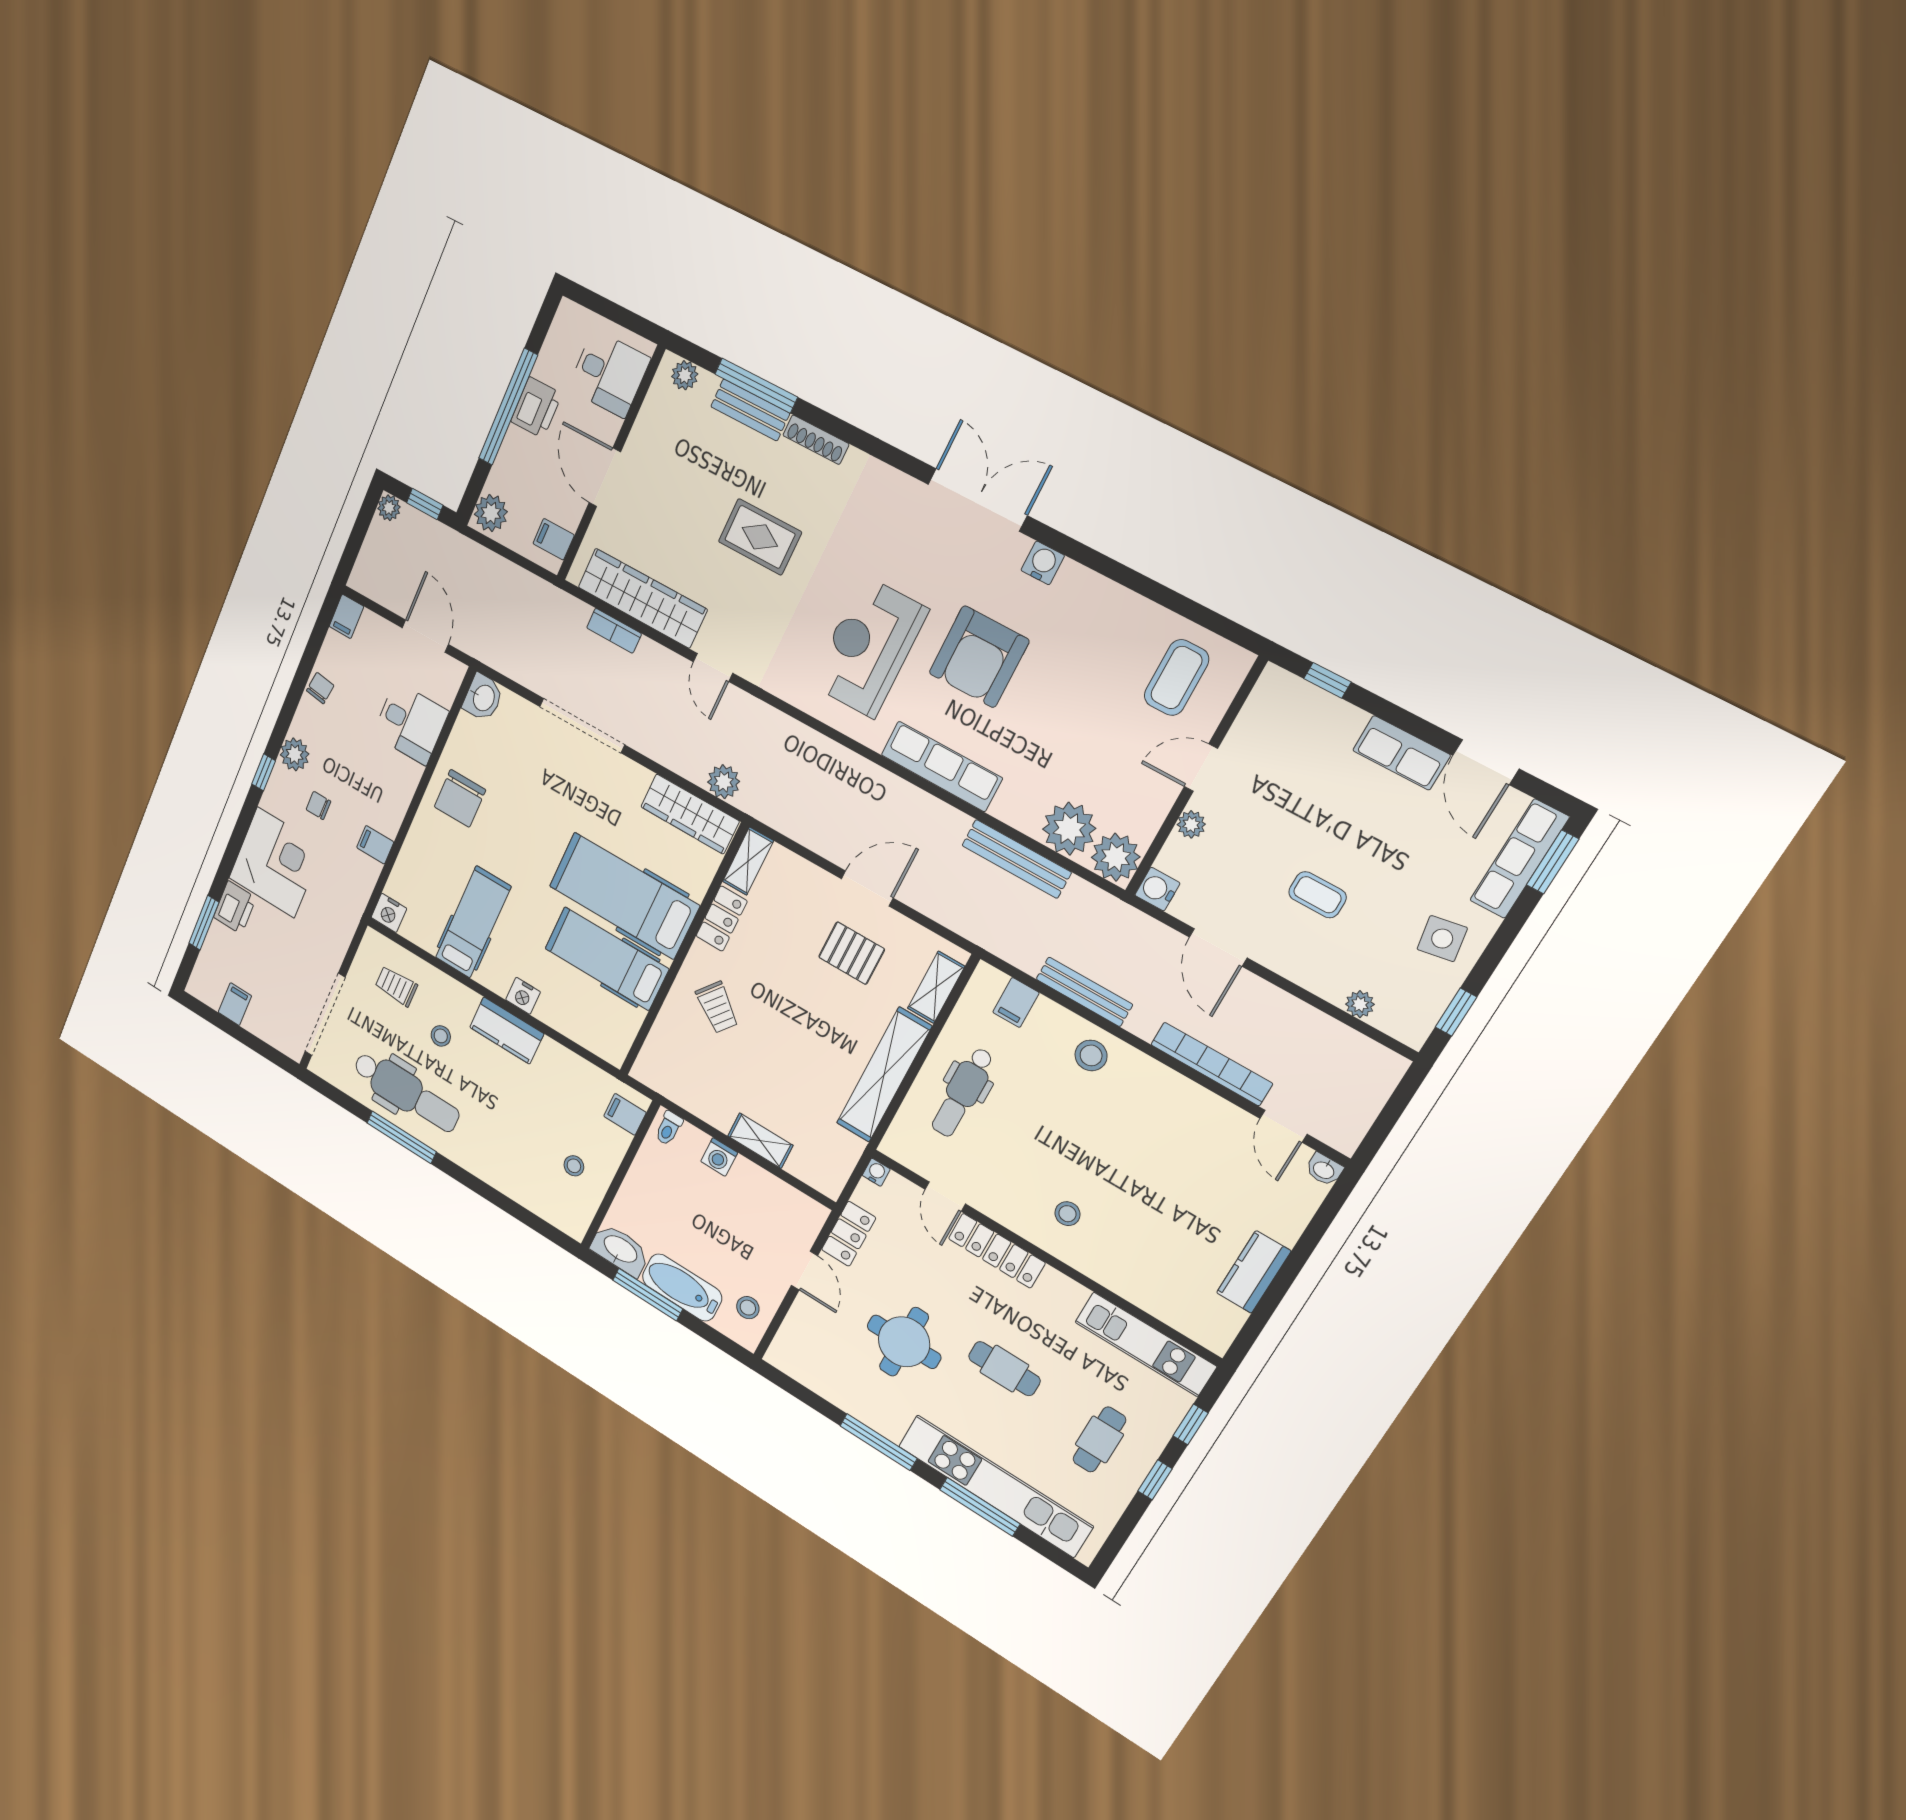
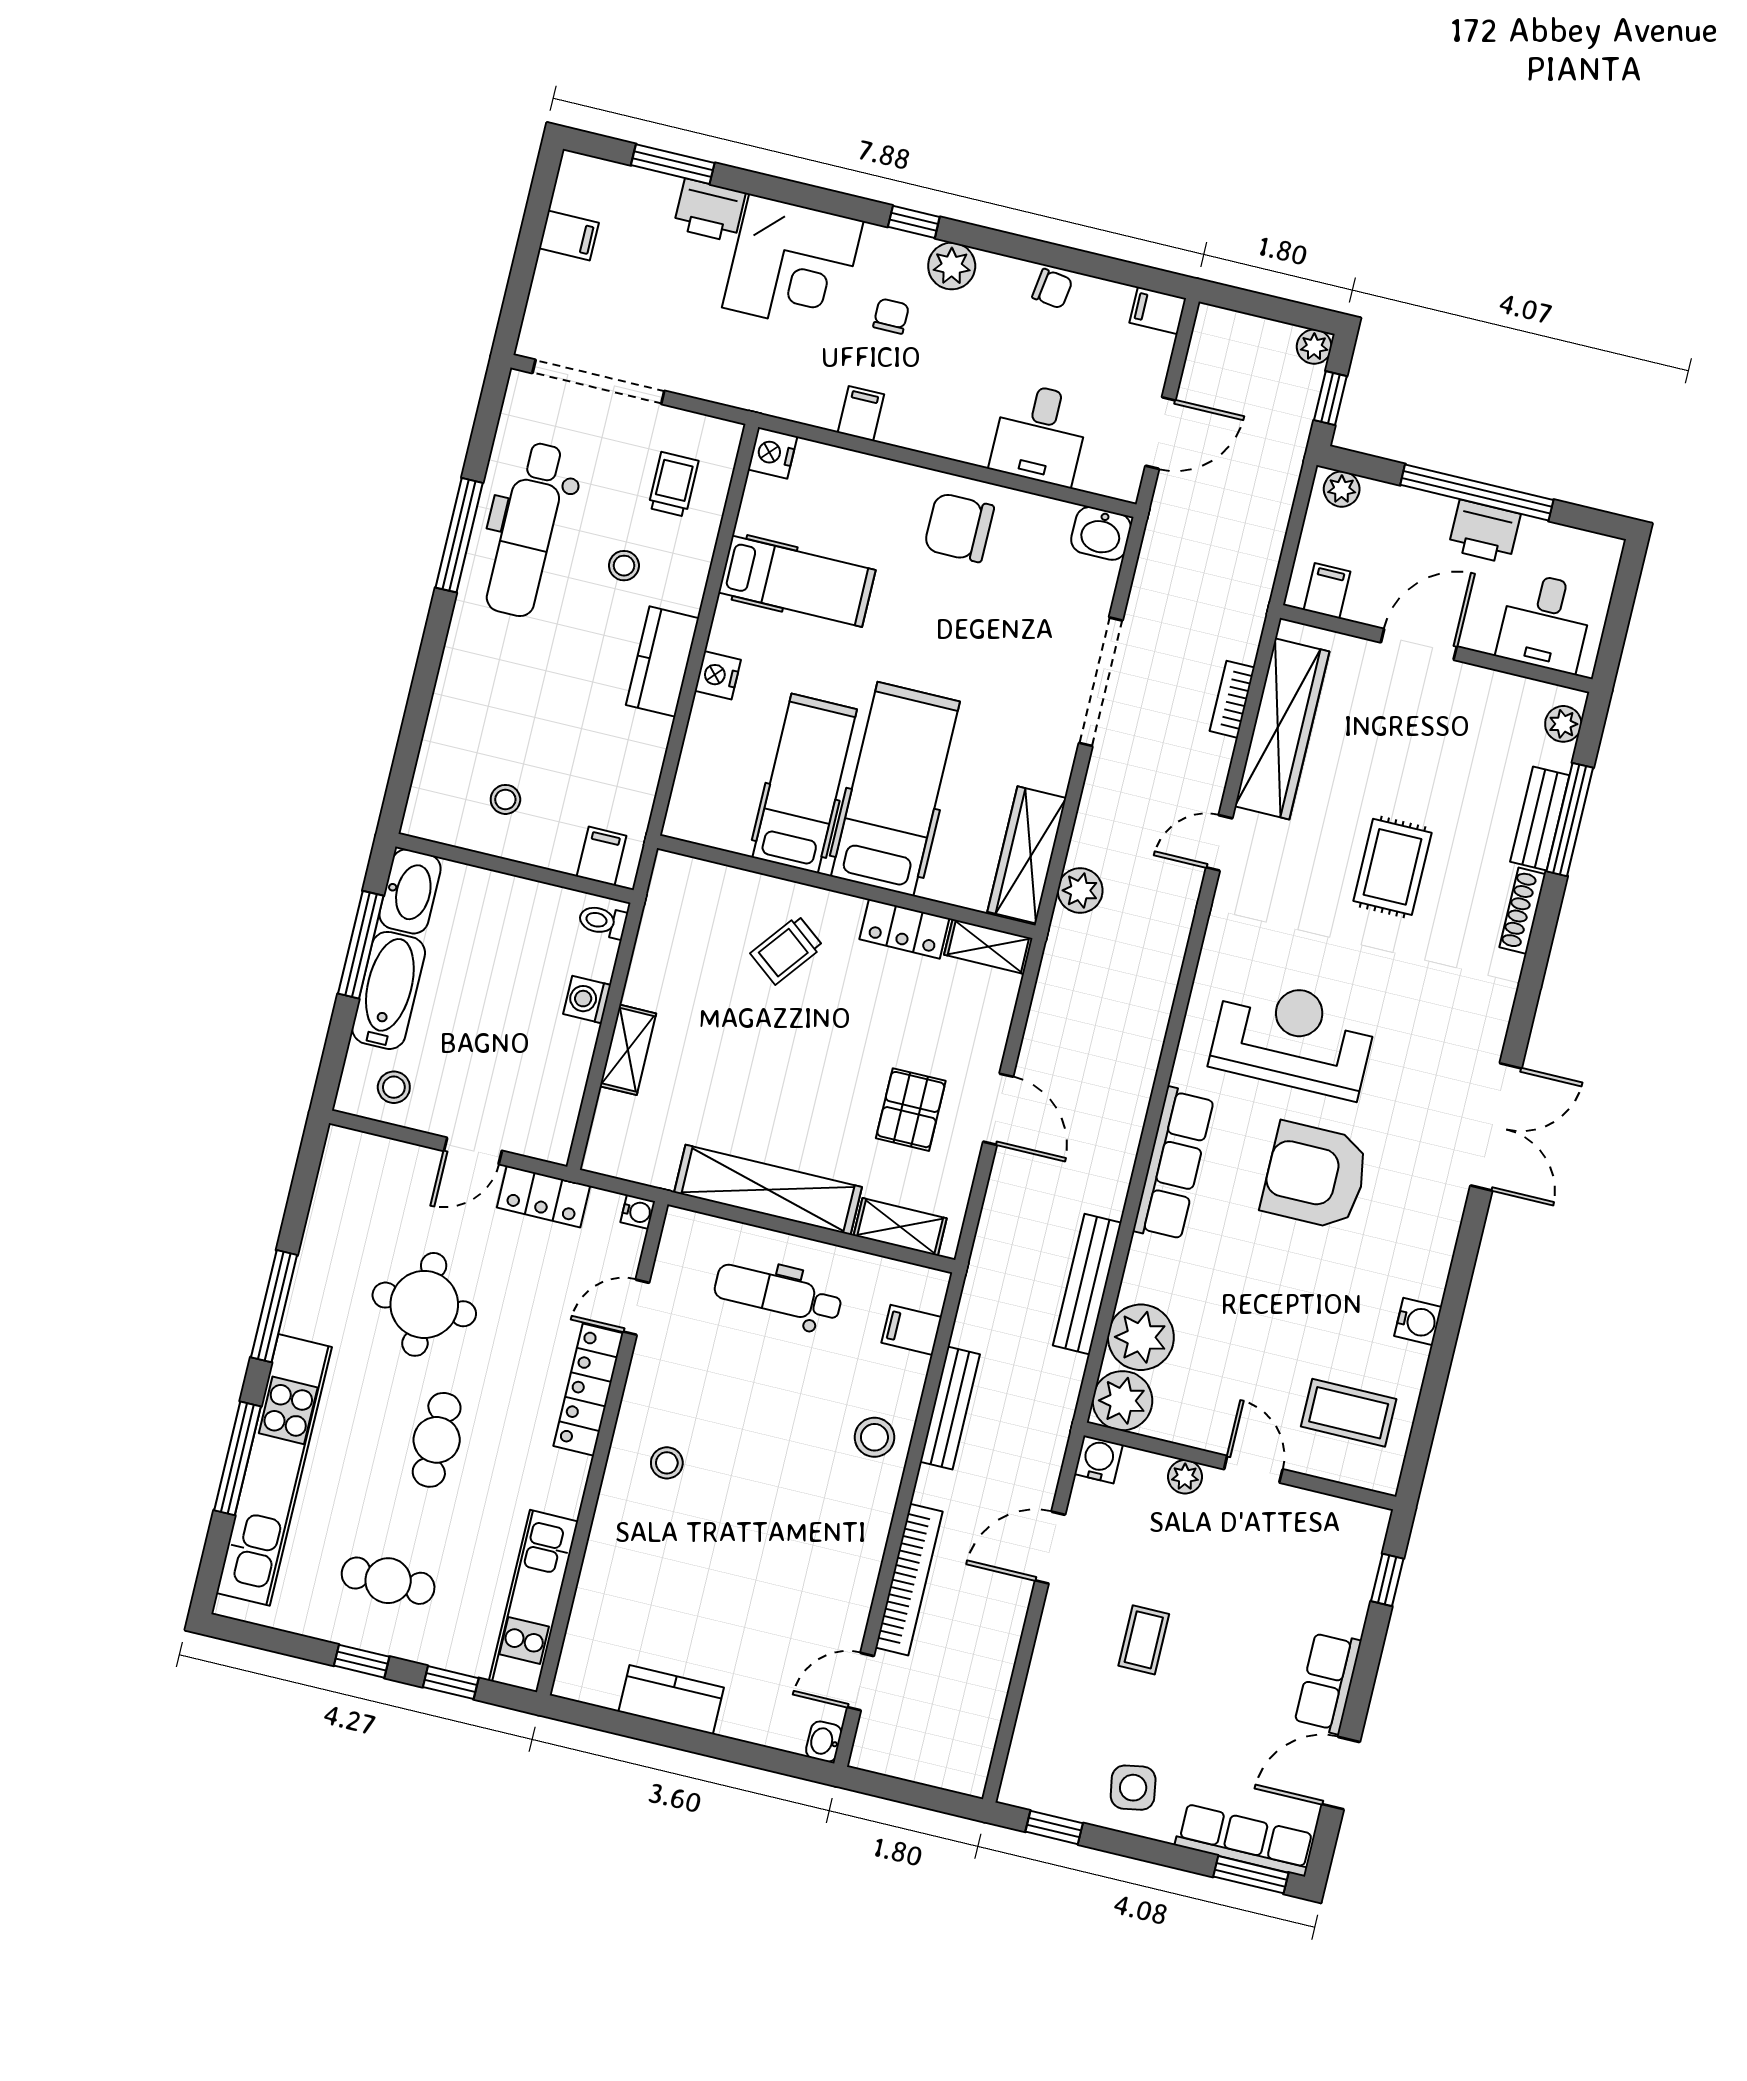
plant: (491, 513) -> (1342, 489), width x0.73, depth x0.73
water cooler: (1043, 563) -> (1418, 1322), moved
plant: (1360, 1004) -> (1032, 1723), removed

